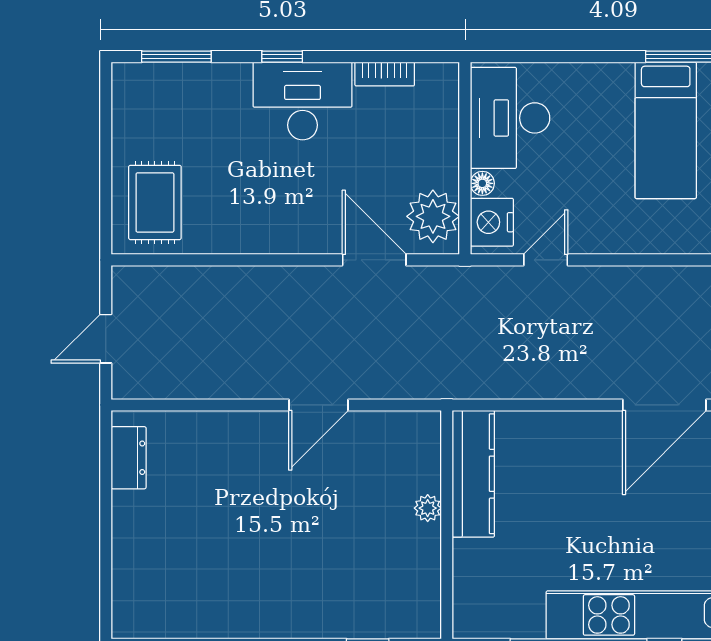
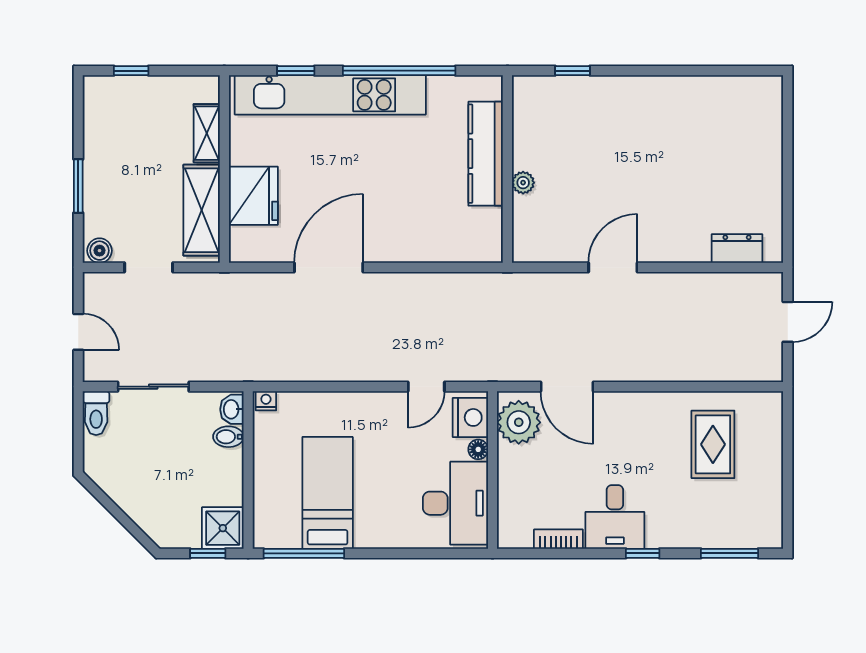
desk: (303, 101) -> (615, 517), width x0.73
rug: (155, 202) -> (713, 444), moved
dresser: (129, 458) -> (737, 249), moved, turned 90
kitchen counter: (473, 474) -> (486, 154), moved

